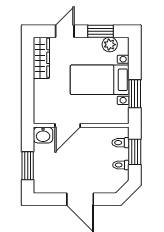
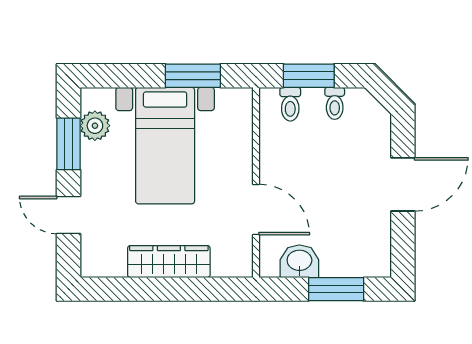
wardrobe: (41, 58) -> (169, 262), moved
washbasin: (43, 135) -> (299, 261), moved, turned -90

